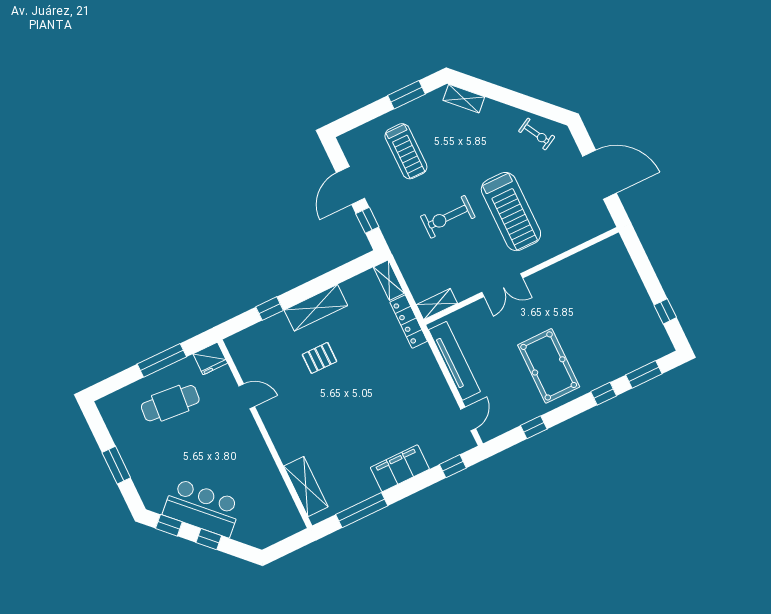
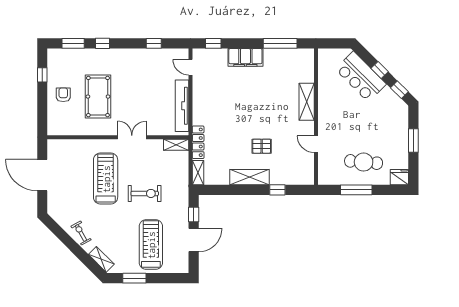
exercise bike: (537, 134) -> (81, 233), moved
treadmill: (406, 151) -> (151, 245), width x1.37, depth x1.38
armchair: (624, 298) -> (63, 95), added
fridge: (210, 359) -> (399, 177), moved
pool table: (549, 366) -> (98, 97), moved
door: (468, 419) -> (191, 67), hinge flipped
shelving: (306, 486) -> (307, 102), moved
bar counter: (202, 508) -> (361, 77), moved

